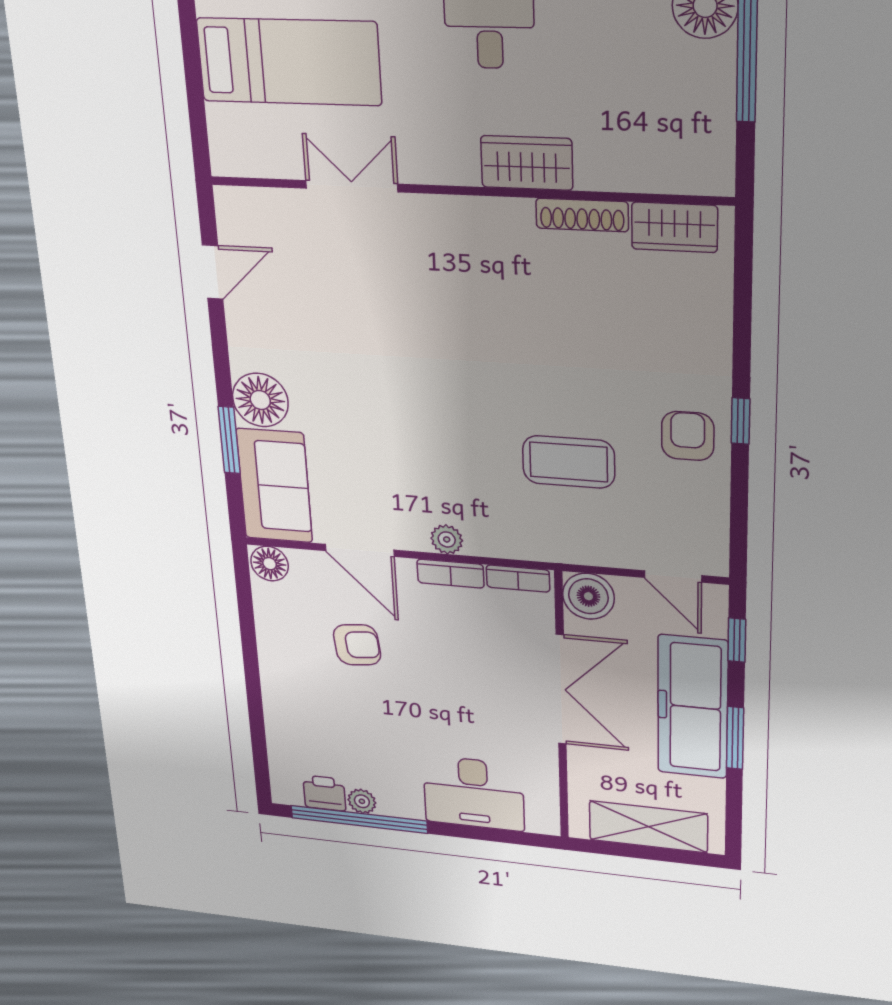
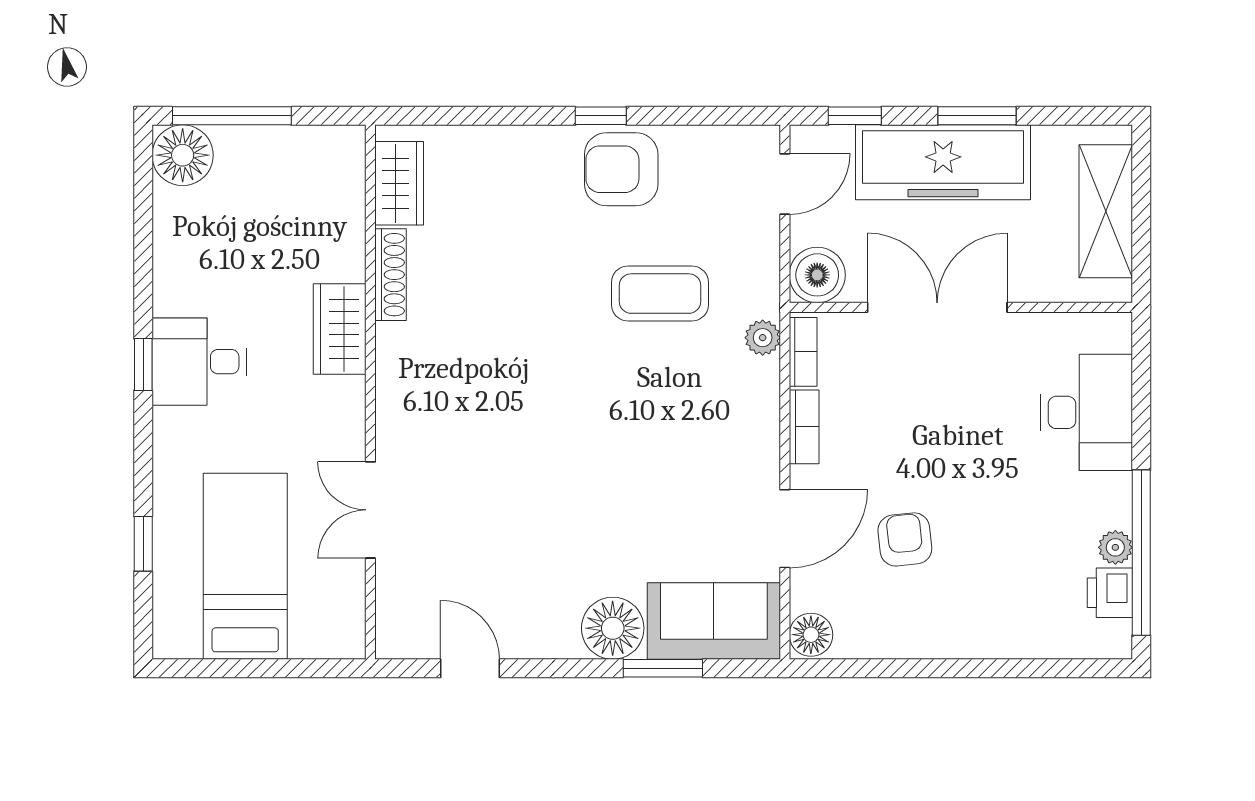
armchair: (688, 436) -> (621, 169), width x1.38, depth x1.38
coffee table: (569, 462) -> (660, 294), turned 90
plant: (447, 539) -> (763, 338), moved

